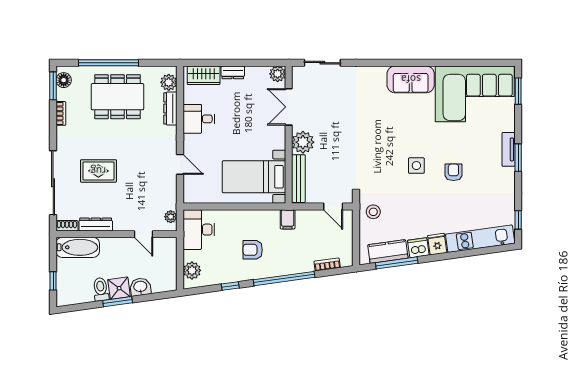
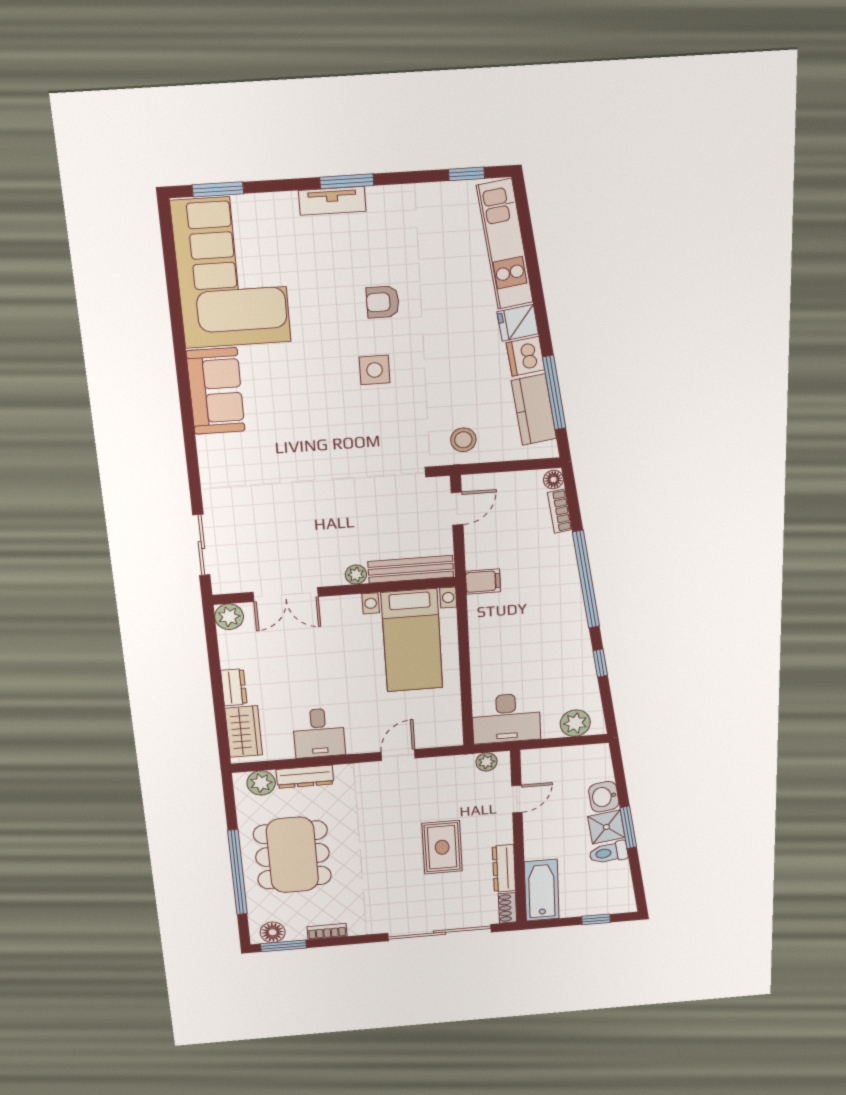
plant: (303, 142) -> (356, 575), width x0.53, depth x0.53
rug: (98, 171) -> (442, 847), moved
armchair: (253, 250) -> (538, 633), removed
floor lamp: (346, 261) -> (553, 480), added

